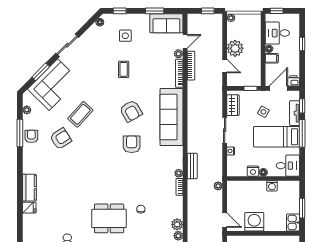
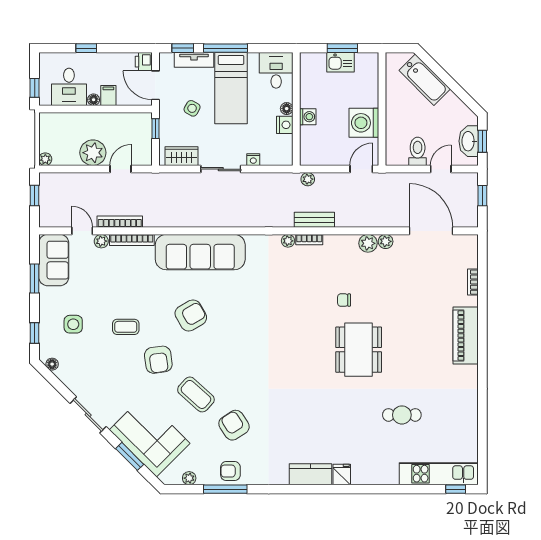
armchair: (132, 144) -> (158, 360), moved, turned -98
bench: (192, 166) -> (314, 220), moved
washing machine: (272, 186) -> (308, 117), moved
kitchen sink: (293, 223) -> (340, 62), moved

